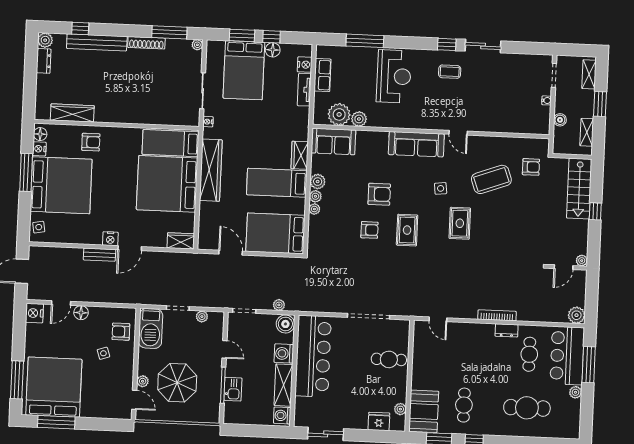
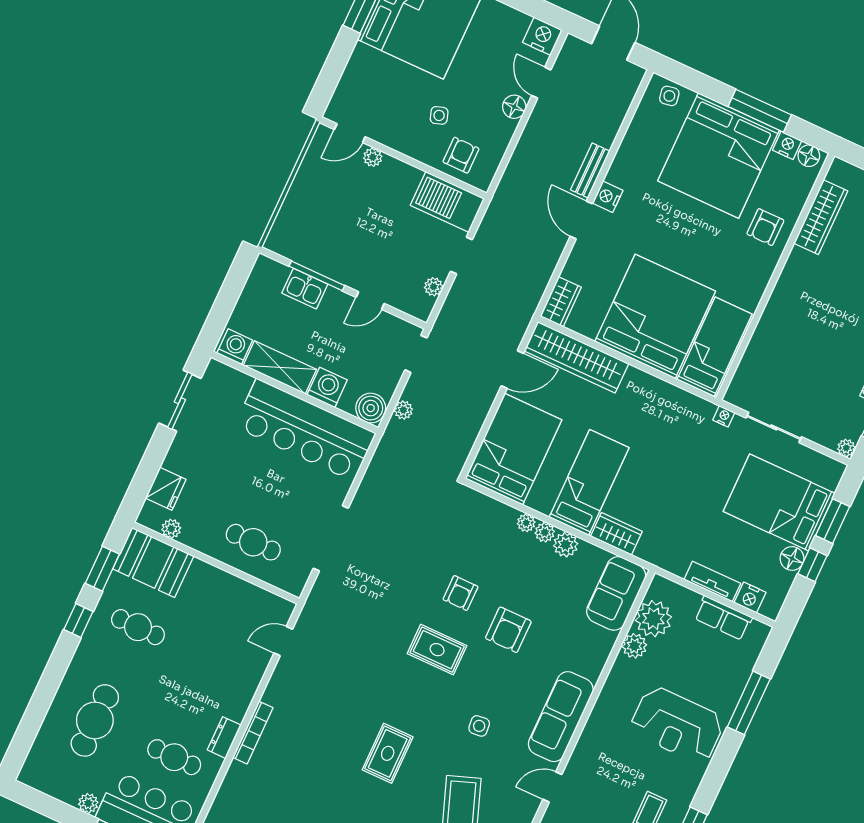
wardrobe: (211, 170) -> (576, 357), moved
rug: (460, 223) -> (388, 753), moved, turned 90
cafe table: (389, 359) -> (253, 542), turned 90
parasol: (177, 383) -> (349, 208), removed

